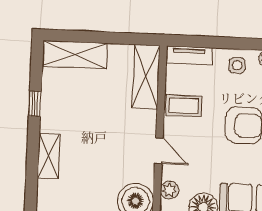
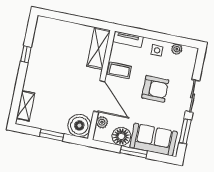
shelving: (75, 54) -> (56, 27), removed
door: (159, 151) -> (99, 96), width x1.88
shelving: (48, 156) -> (25, 106), moved

